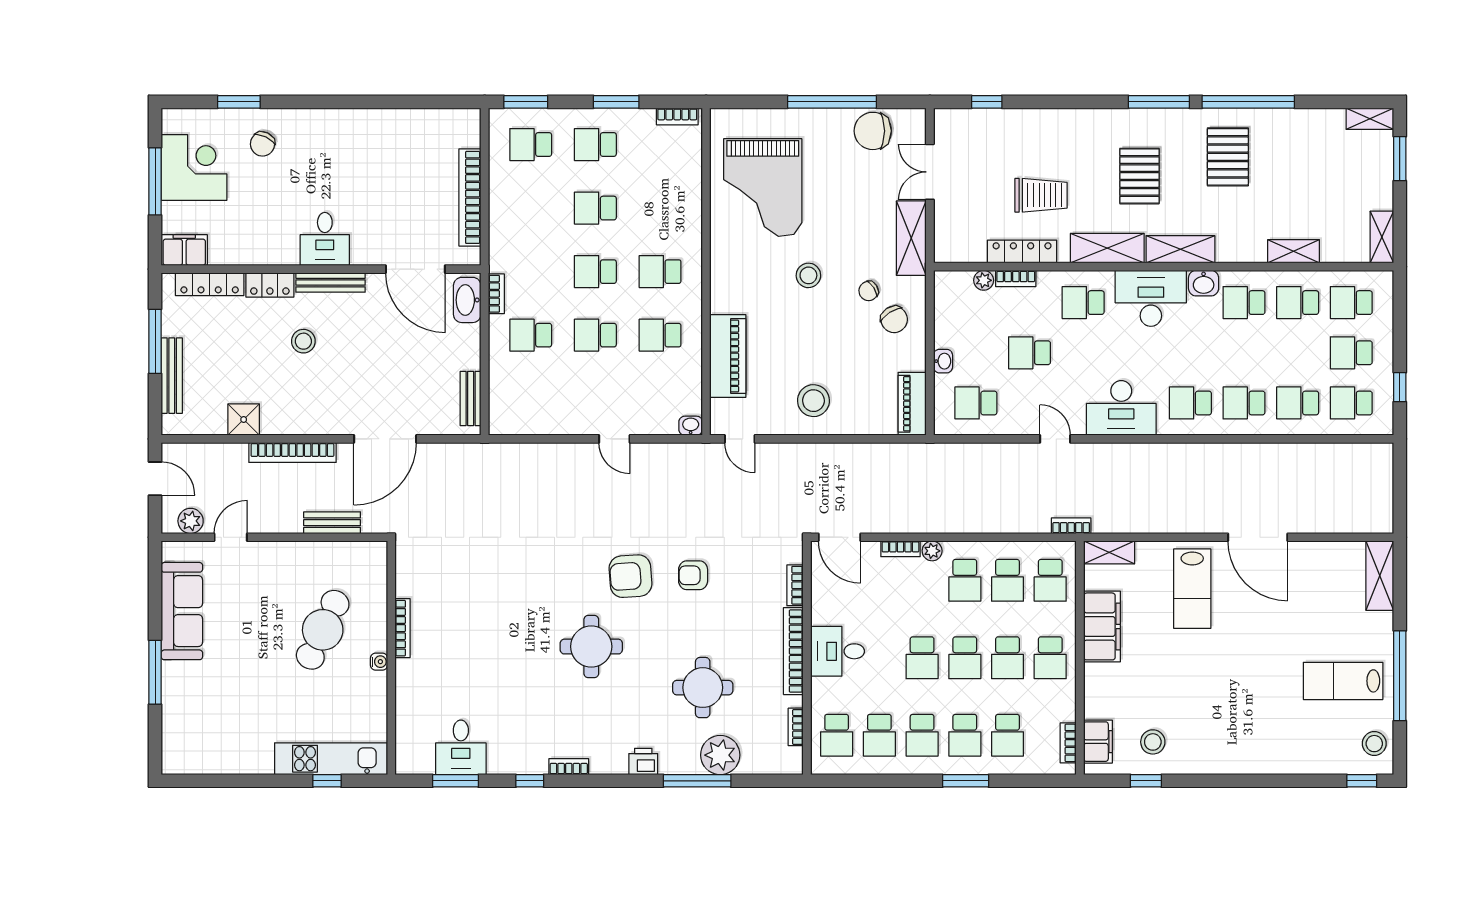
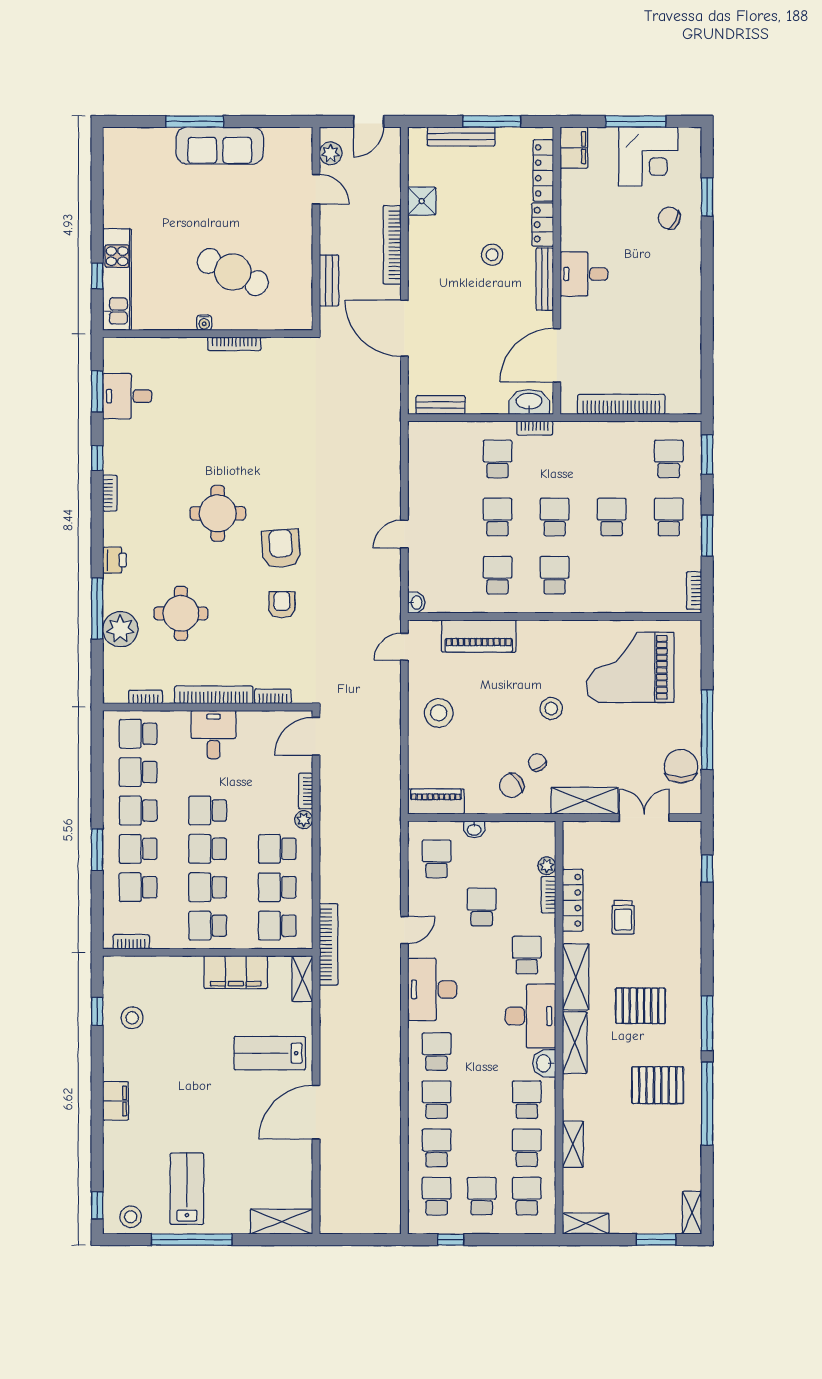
trolley: (1041, 195) -> (623, 917), width x0.73, depth x0.72
bookcase: (1071, 526) -> (329, 944), width x2.31, depth x1.31
sofa: (182, 611) -> (220, 146), moved
filing cabinet: (1098, 742) -> (116, 1101), moved, turned -90

